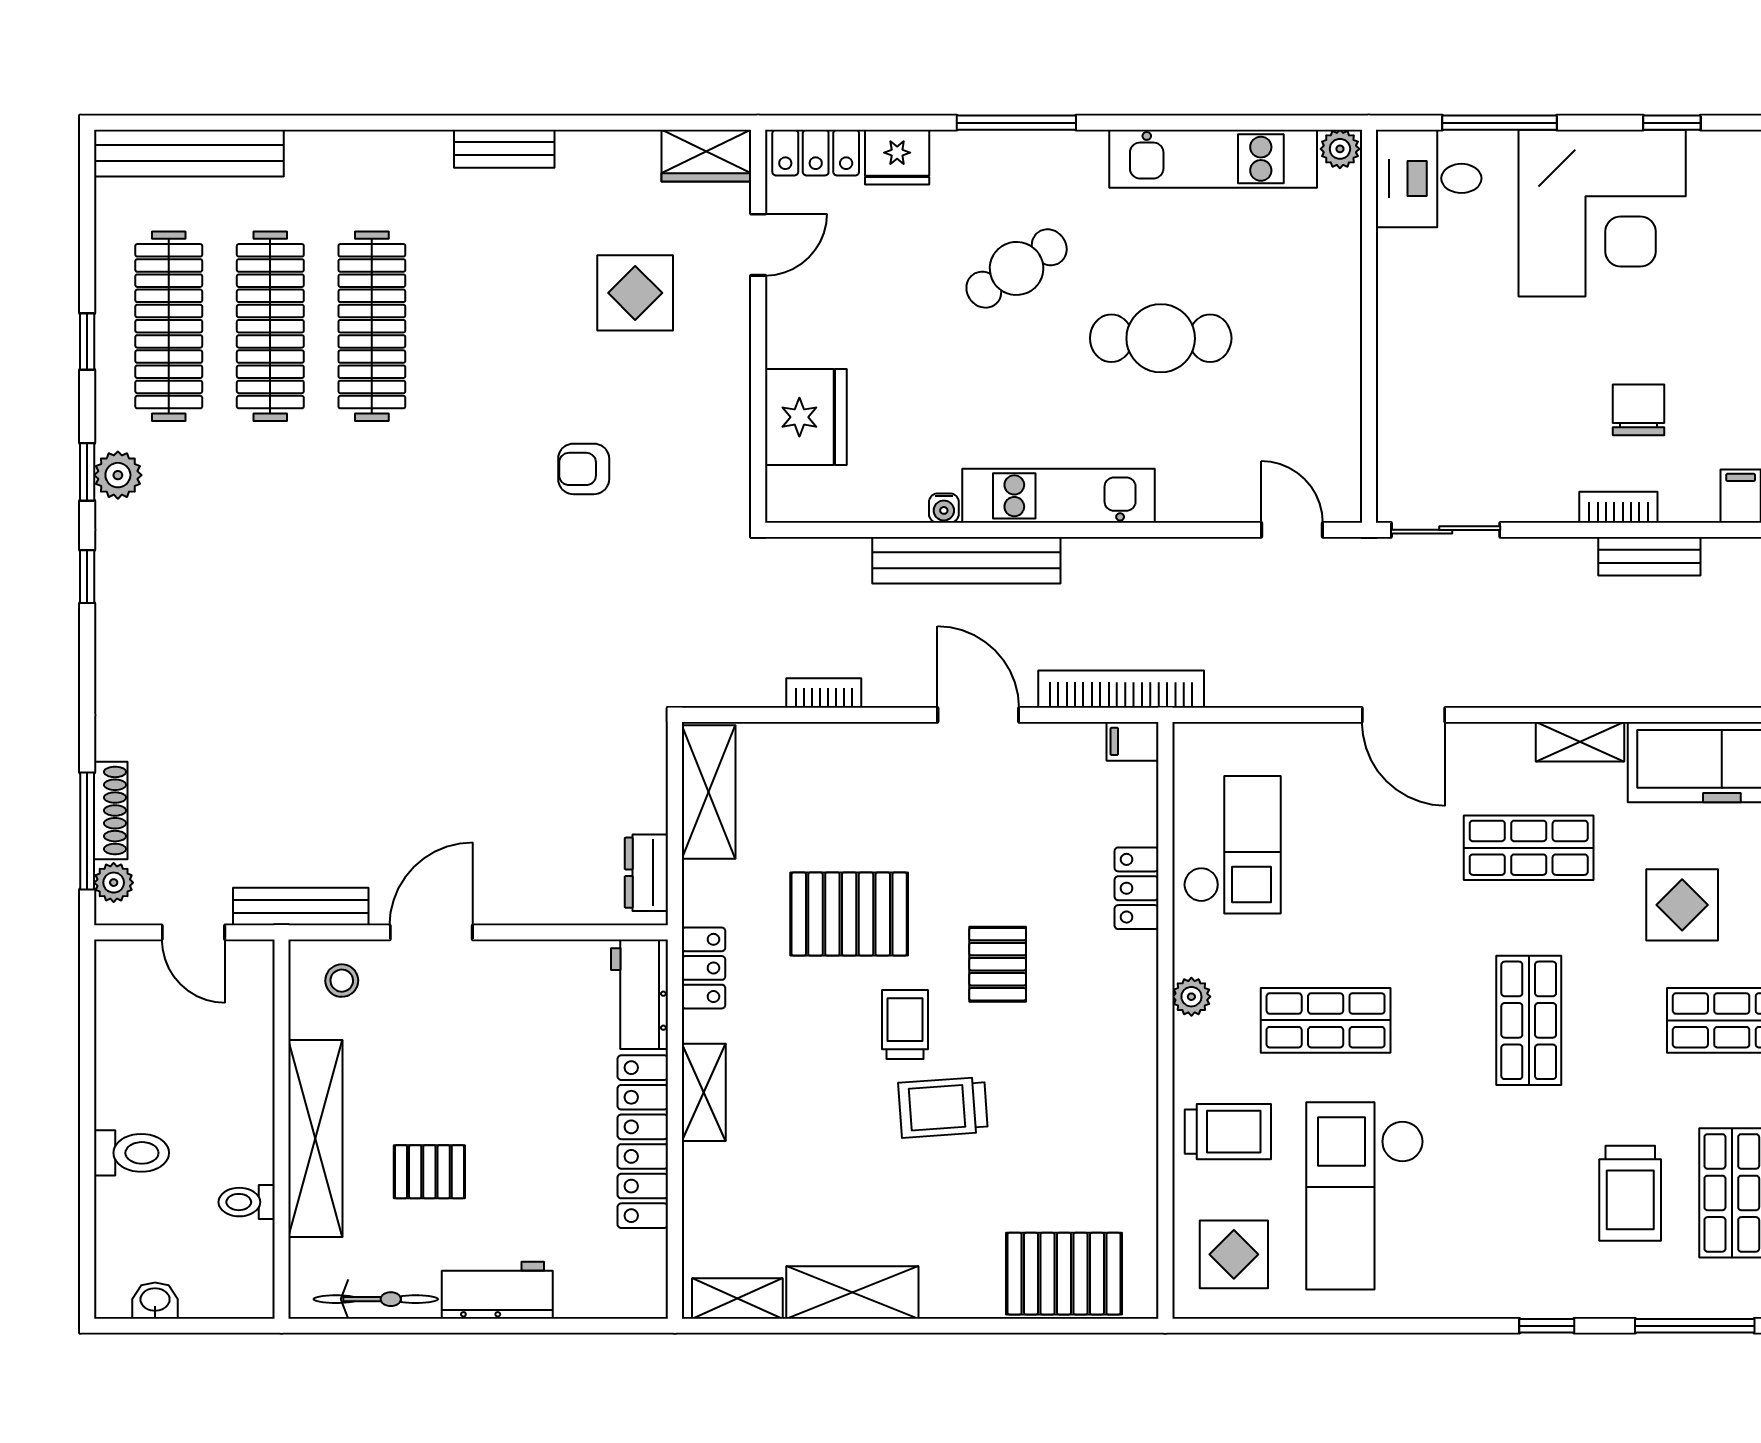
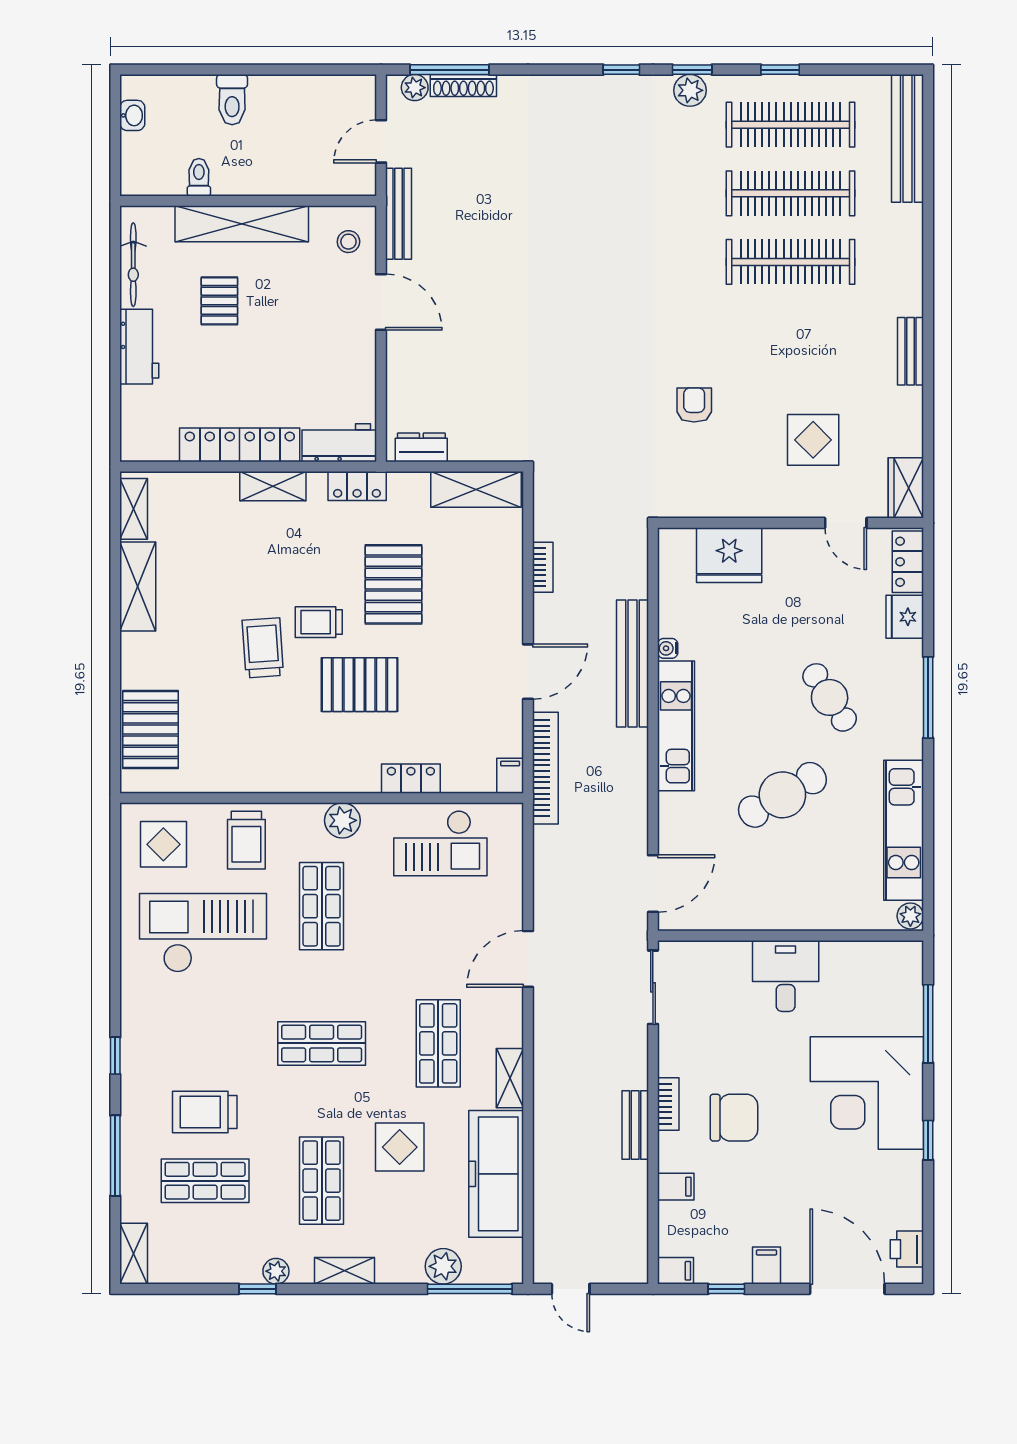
desk: (1429, 178) -> (786, 976), moved
cafe table: (1161, 338) -> (782, 795), turned 60
chair: (1638, 410) -> (734, 1118), width x1.37, depth x1.37
door: (1292, 530) -> (653, 884), width x1.38
pallet: (998, 964) -> (360, 685), width x1.50, depth x1.42
plant: (1191, 997) -> (342, 820), width x1.38, depth x1.38
trolley: (905, 1025) -> (319, 622), turned 180

